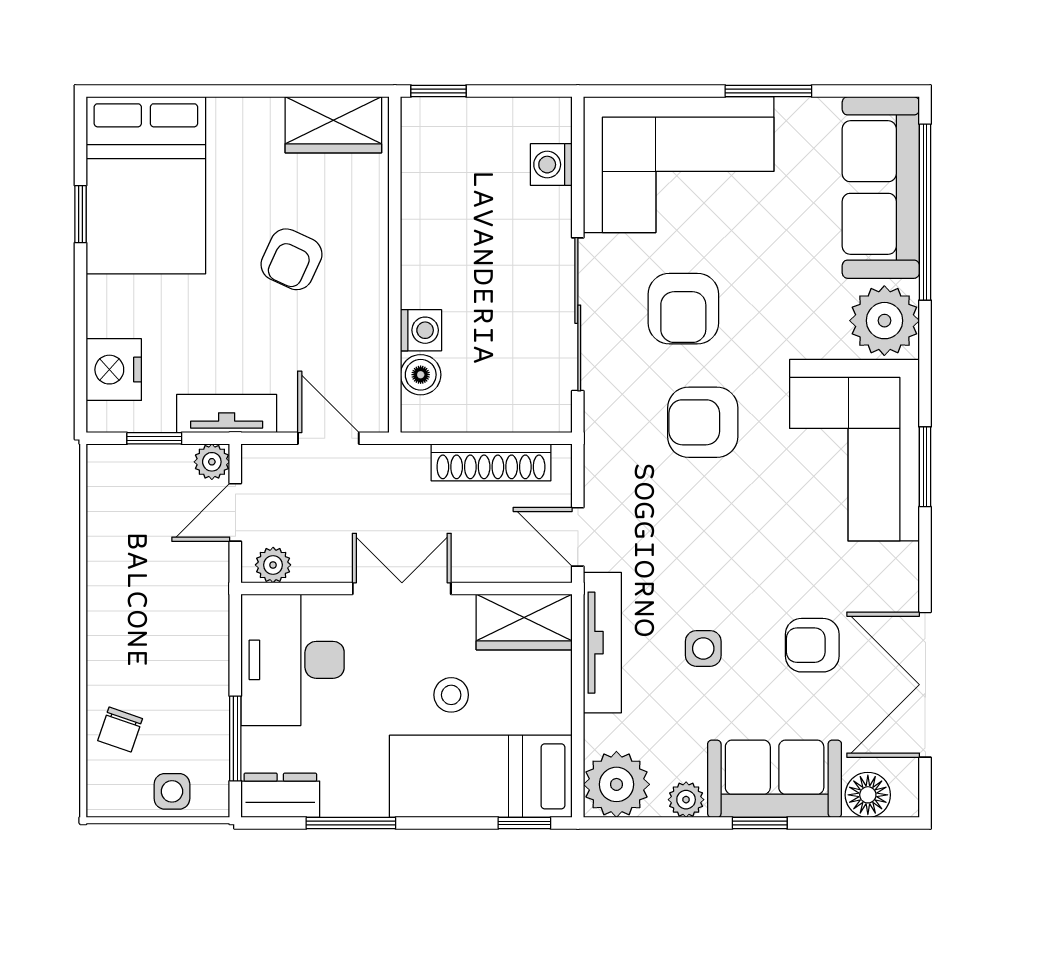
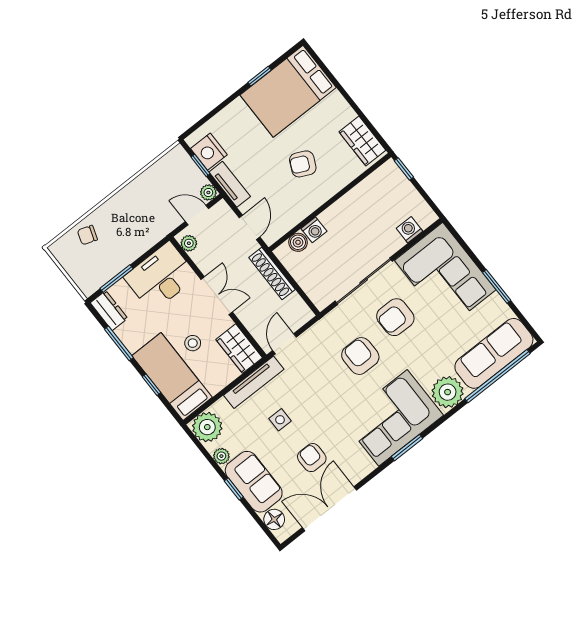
nightstand: (114, 370) -> (209, 152), moved, turned -90
shoe rack: (491, 462) -> (272, 273), moved
side table: (172, 791) -> (80, 271), removed
window: (524, 823) -> (151, 385), moved

